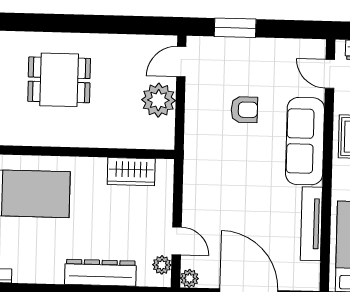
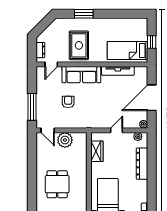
window: (235, 28) -> (32, 107), width x1.44
door: (177, 241) -> (117, 130), moved

